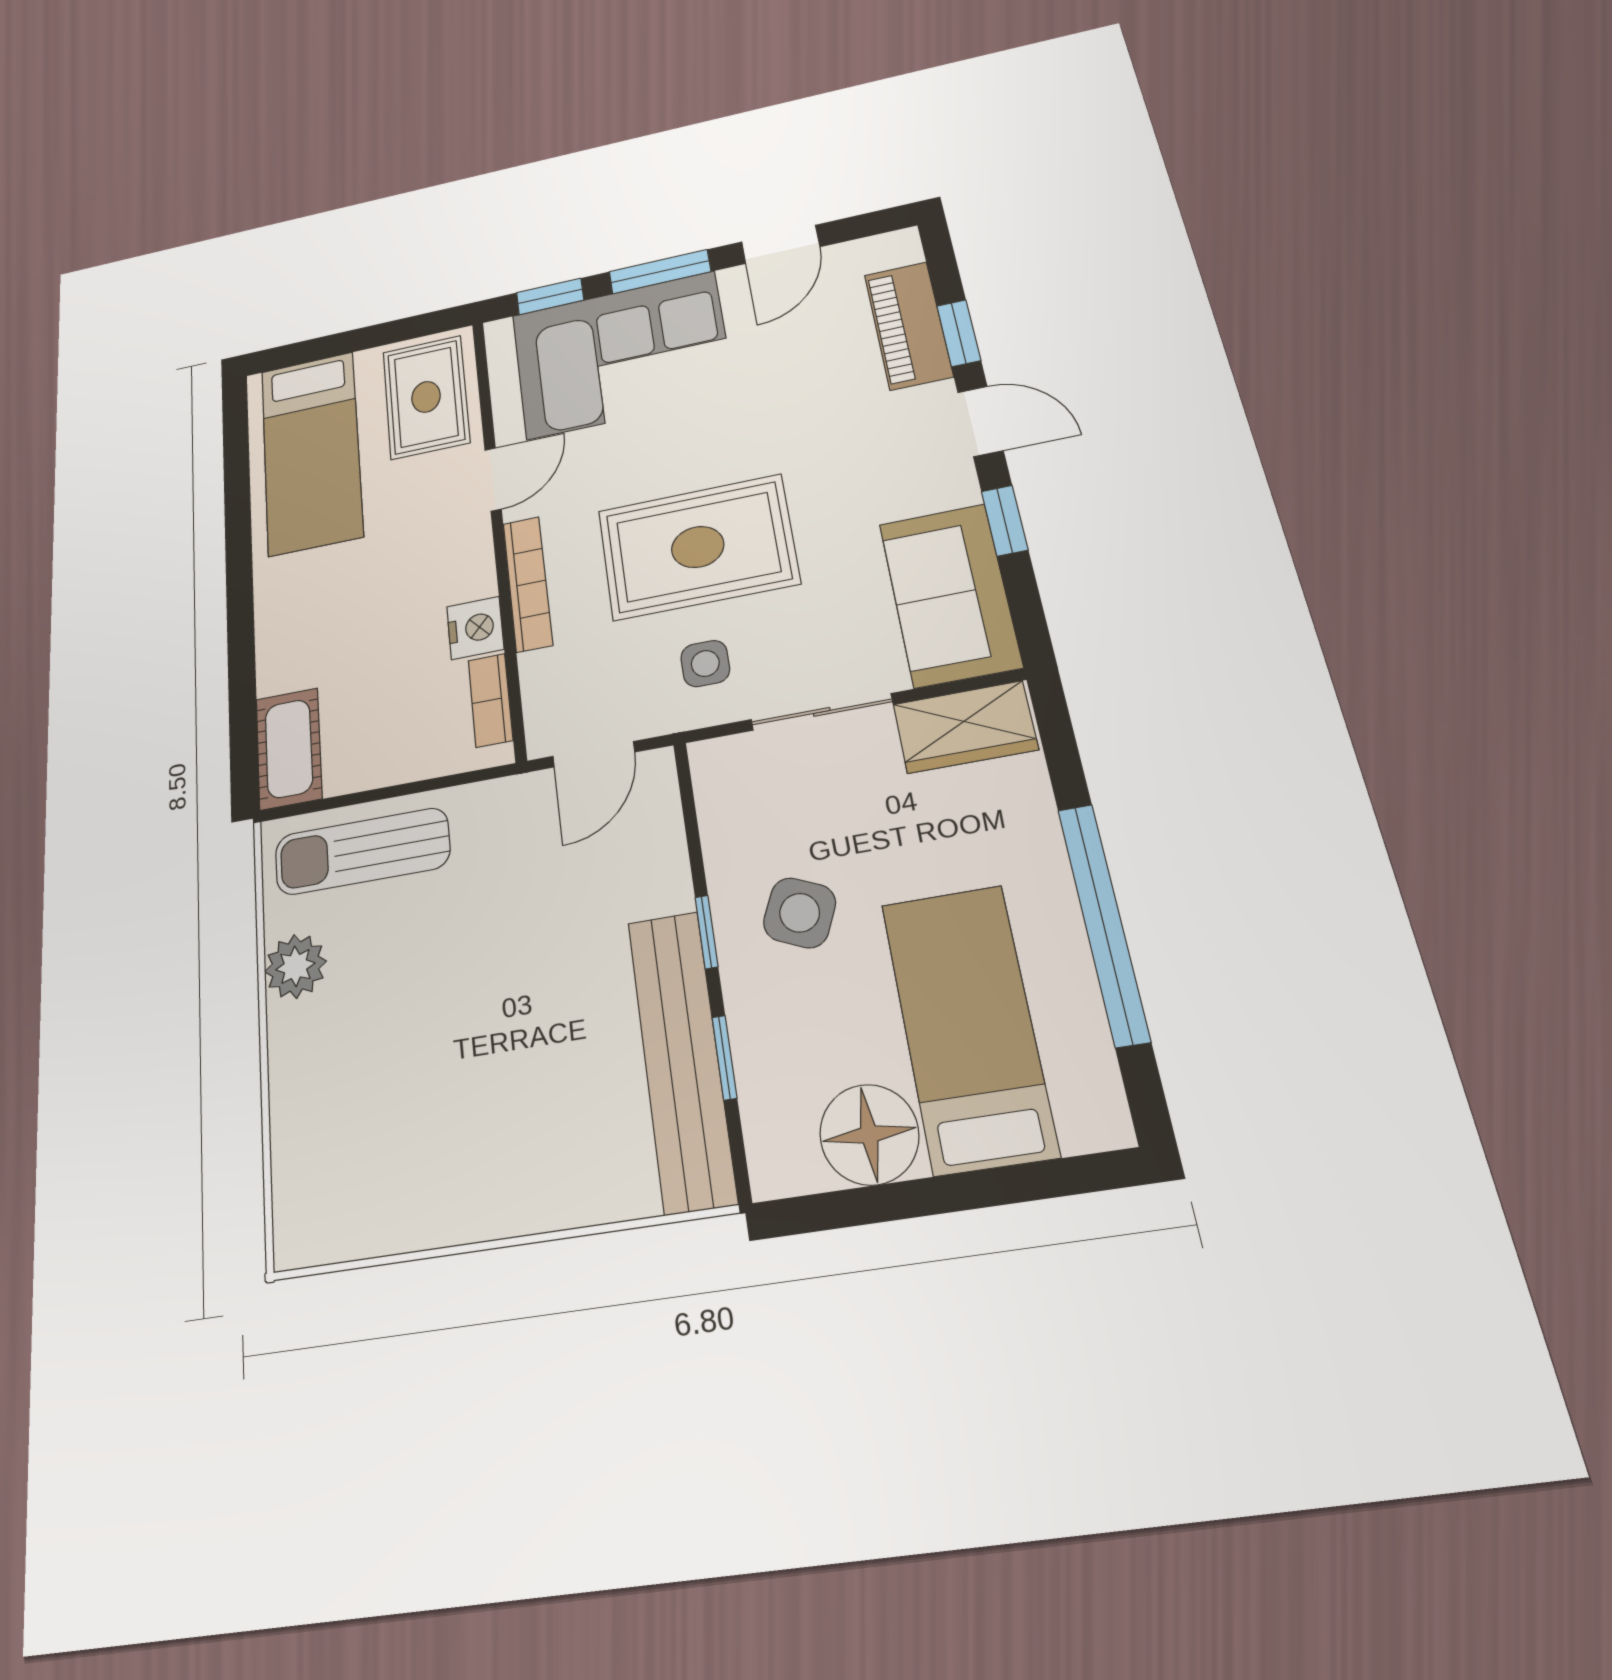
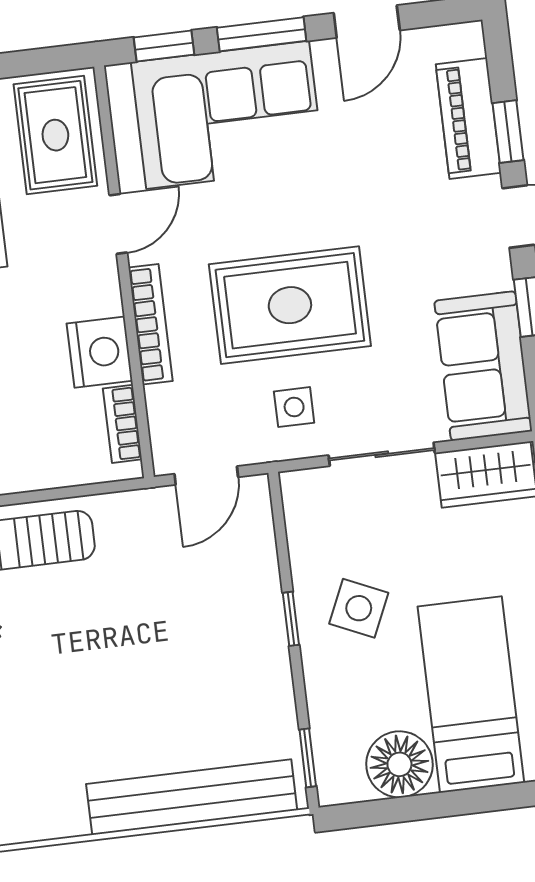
nightstand: (475, 628) -> (100, 352), width x1.36, depth x1.33
window: (724, 1058) -> (308, 758), moved
bench: (681, 1059) -> (192, 797), moved, turned 90

